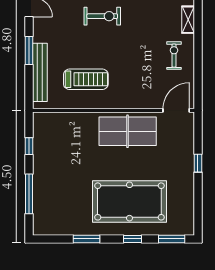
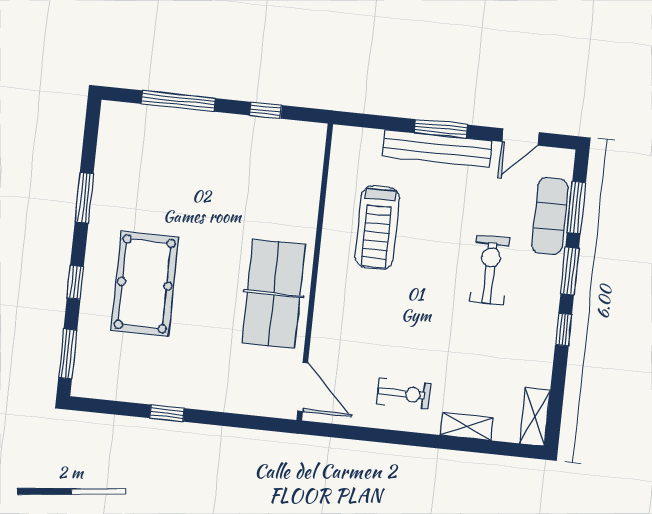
exercise bike: (102, 16) -> (490, 270), turned 180
bench: (40, 72) -> (437, 149), moved
window: (198, 163) -> (167, 413), moved
pool table: (129, 201) -> (145, 284), width x0.73, depth x0.76

